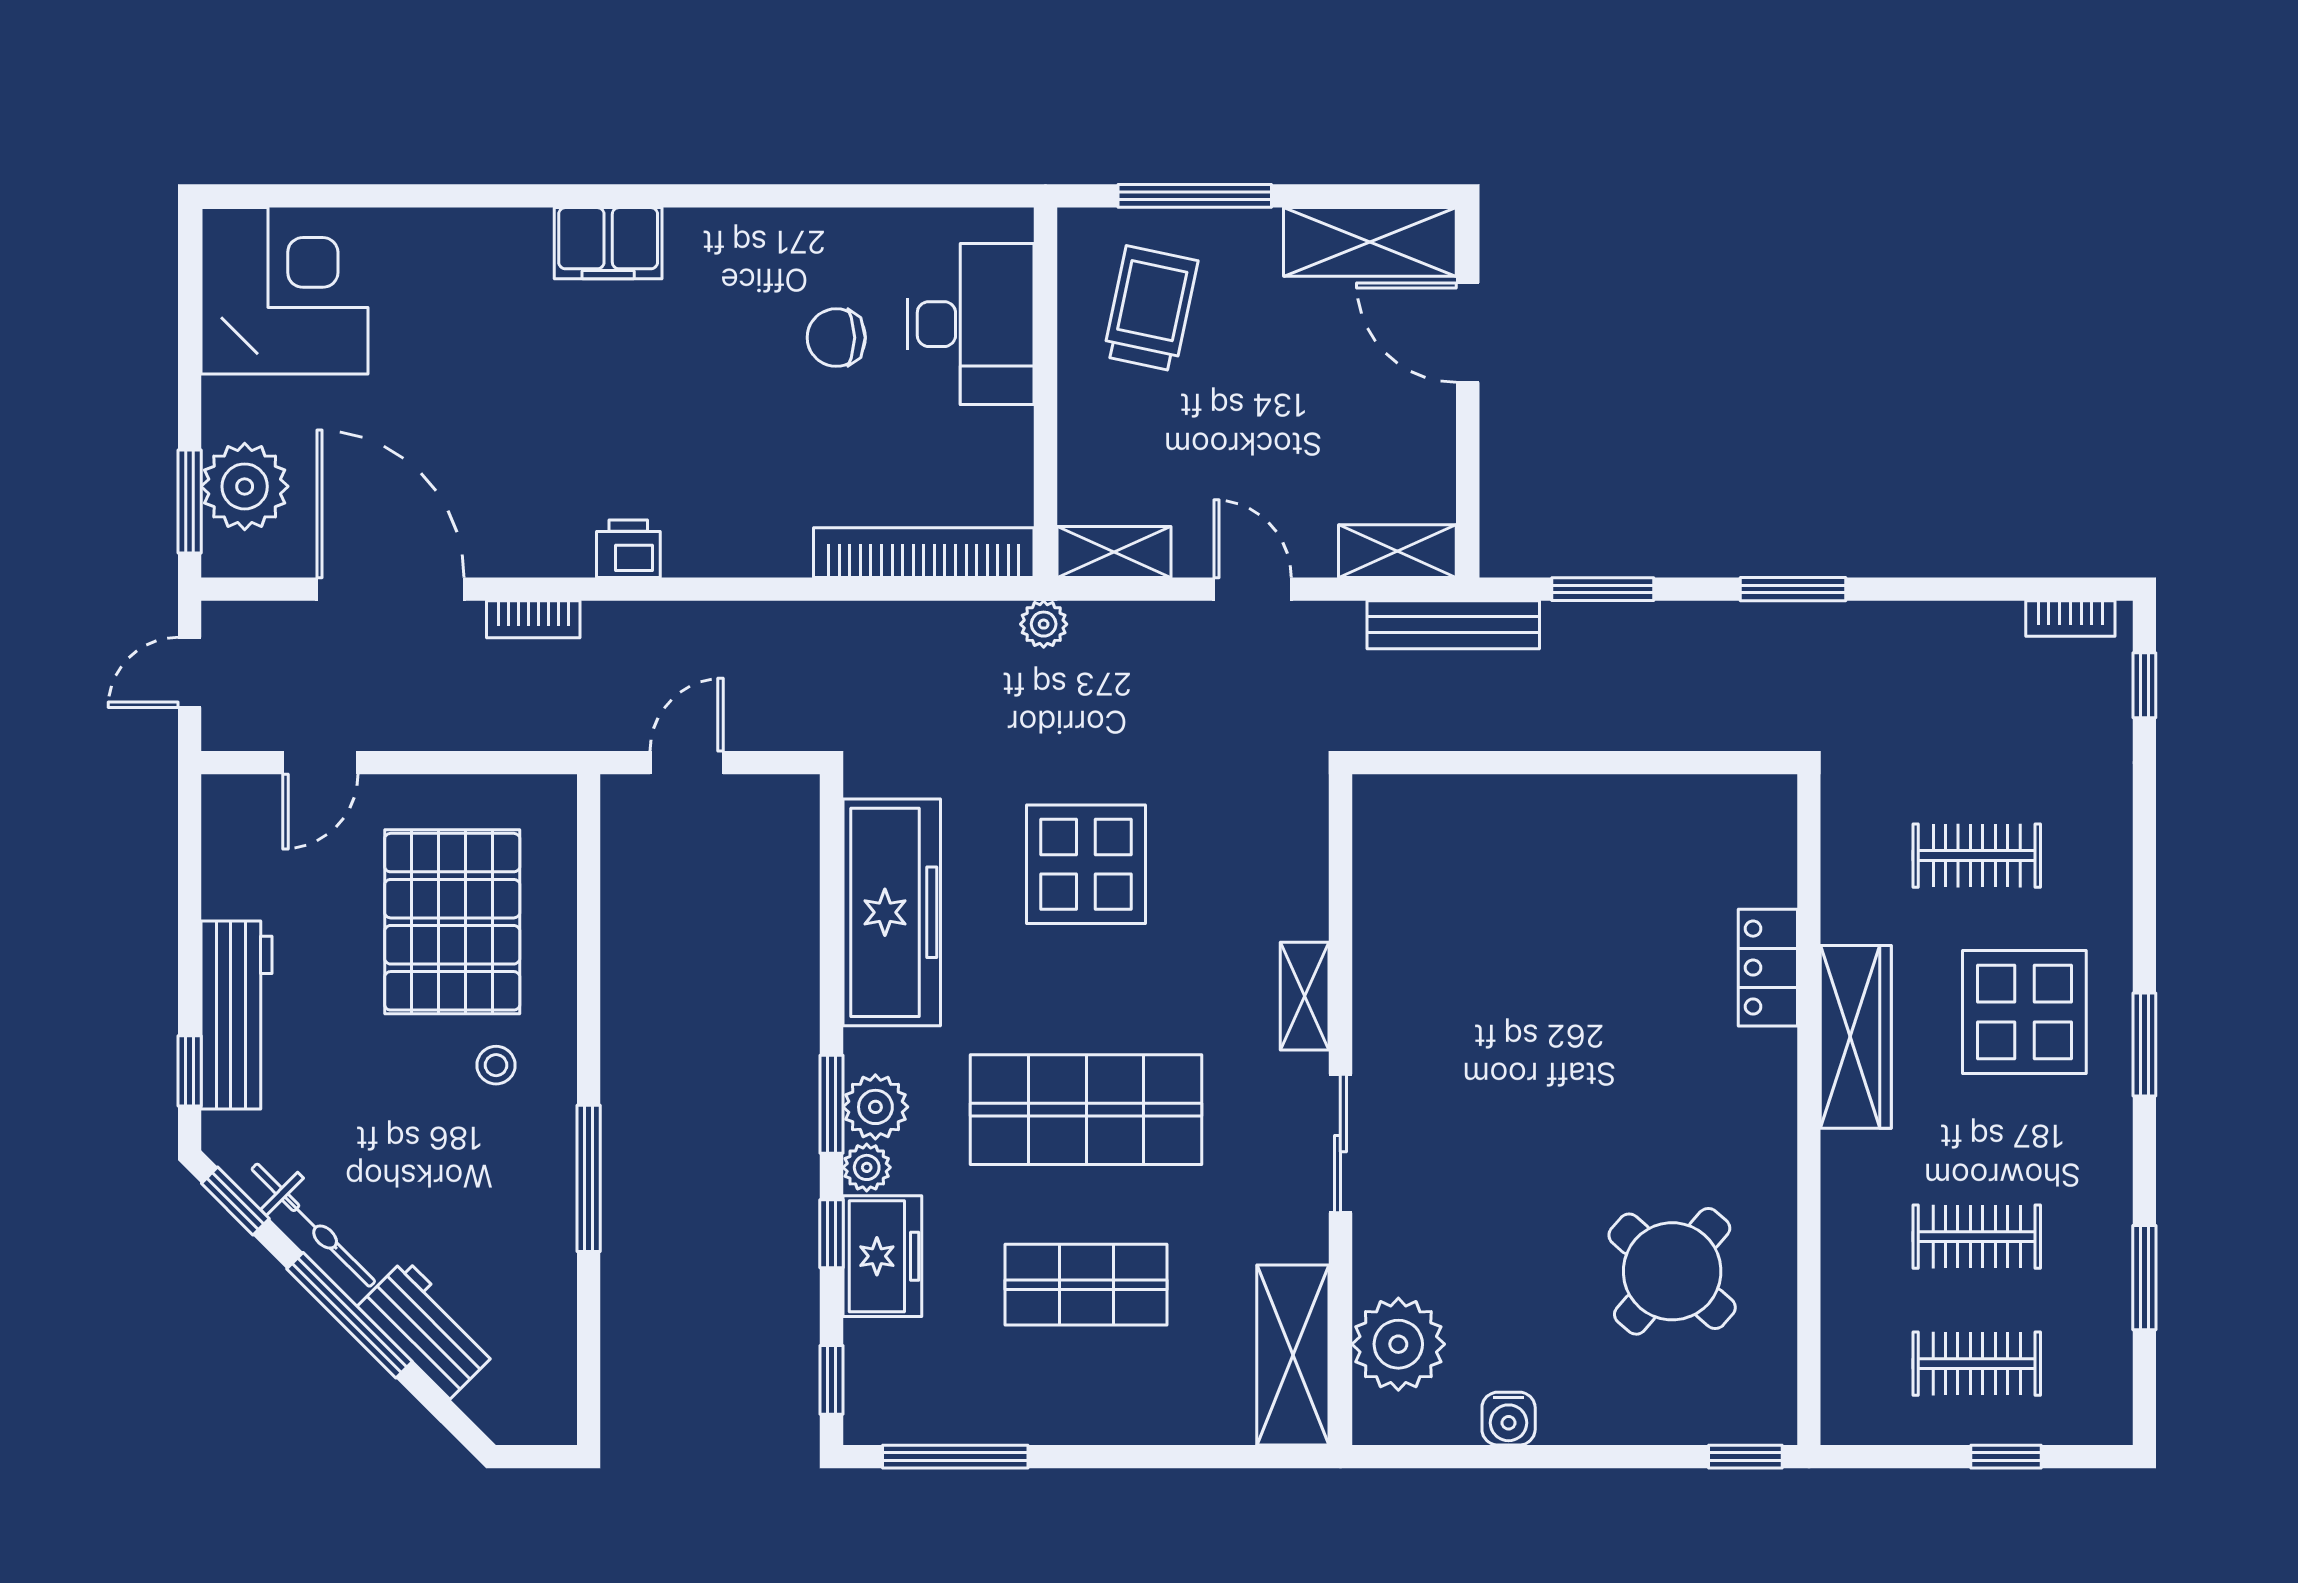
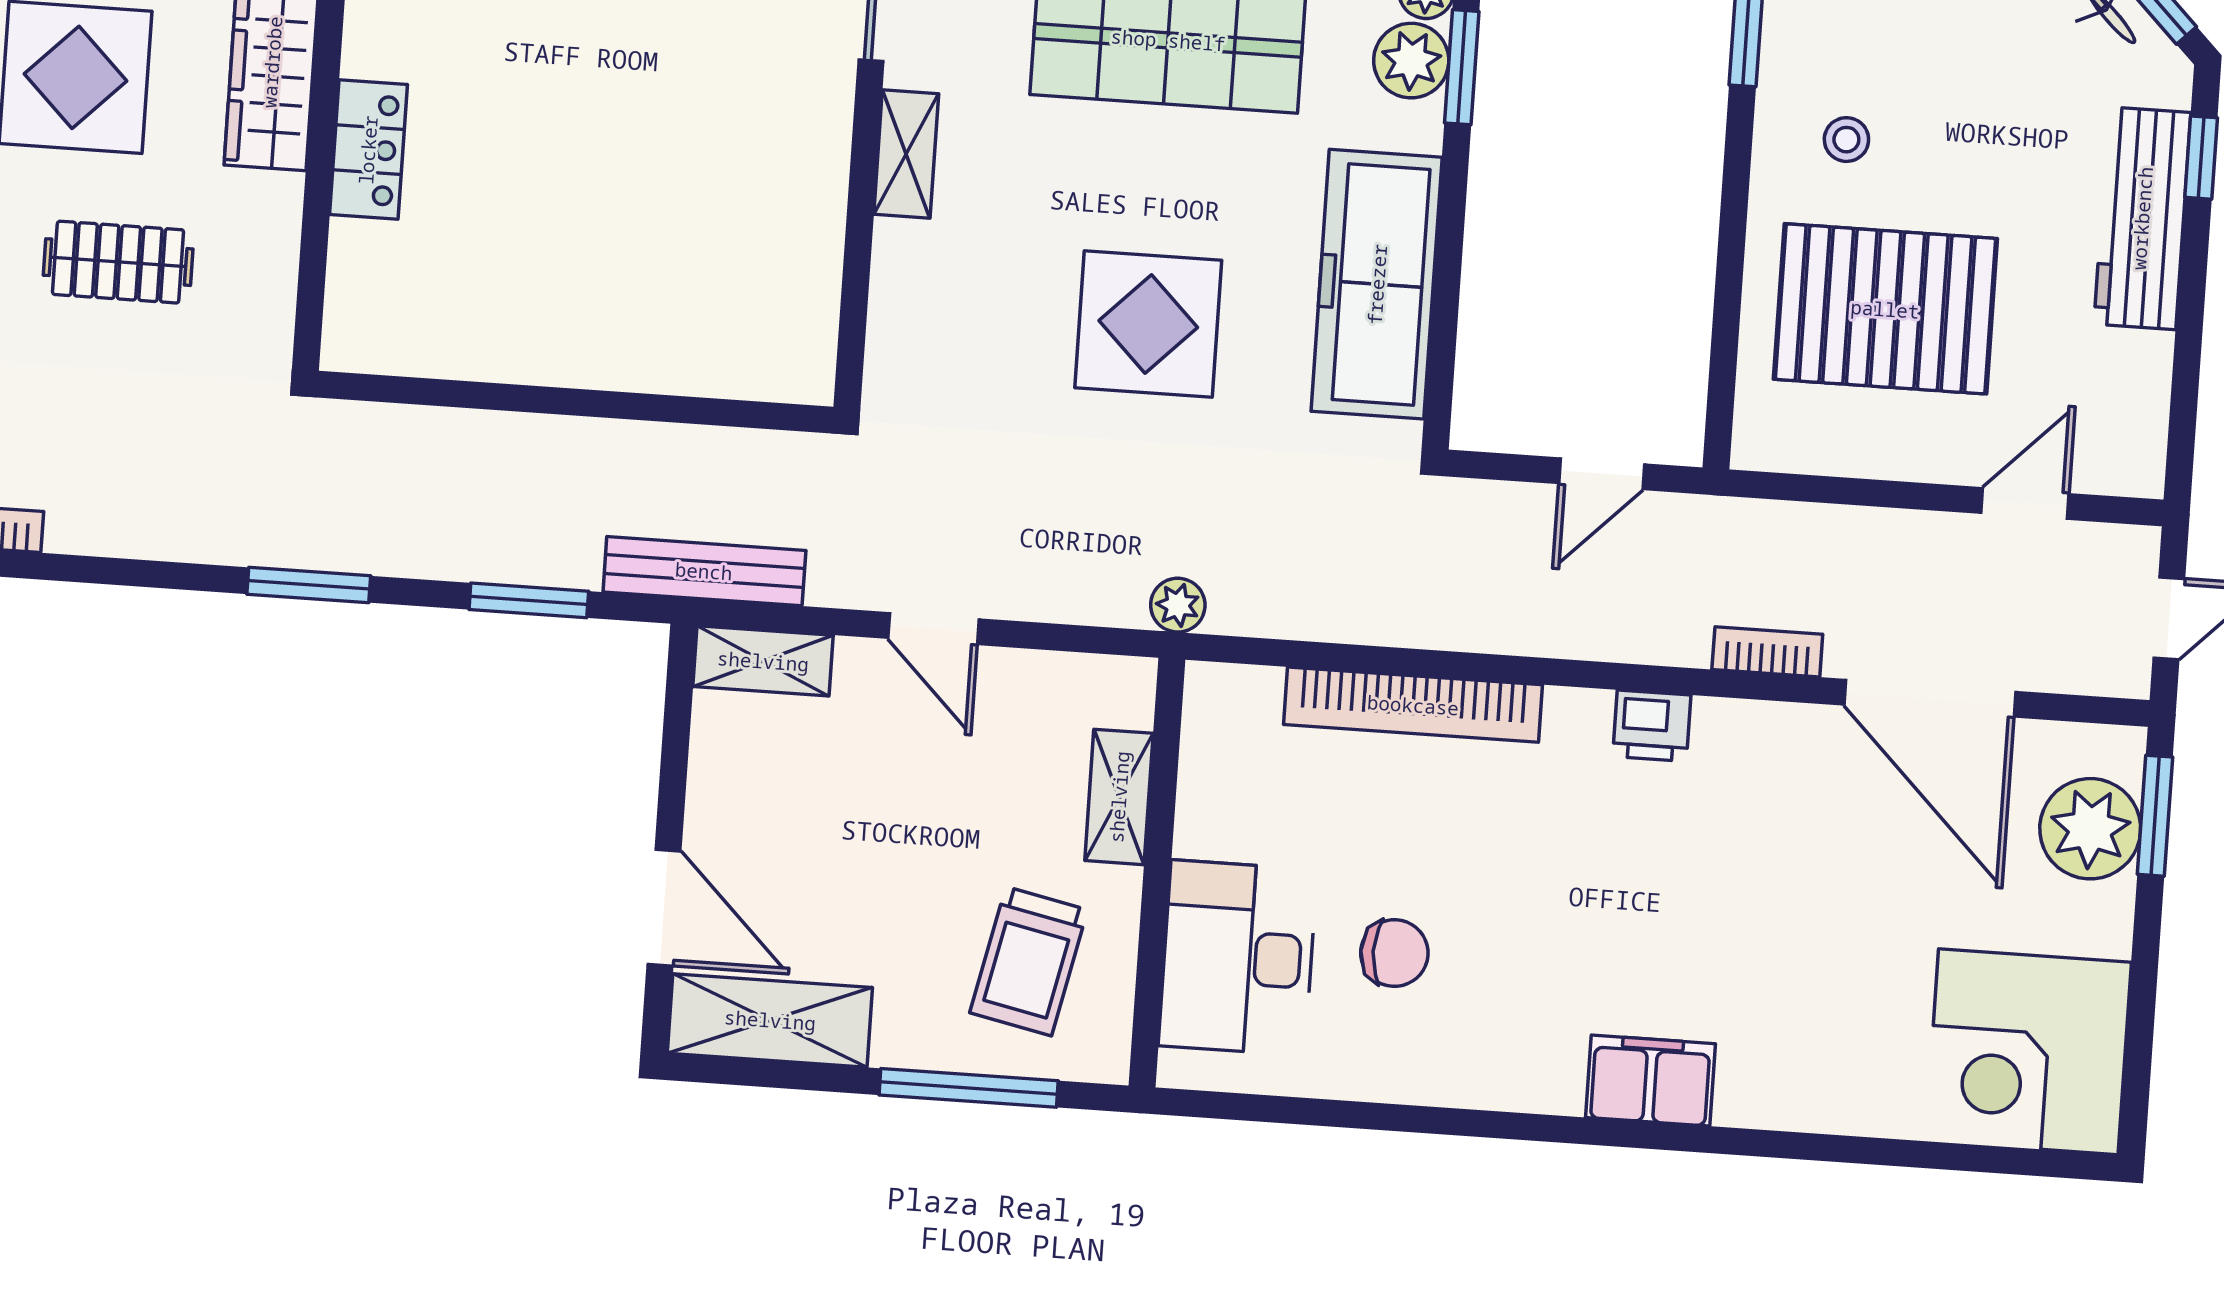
shelving: (1114, 552) -> (1119, 797), moved, turned 90
bookcase: (924, 553) -> (1413, 705), moved
pallet: (452, 922) -> (1885, 309), turned 90

